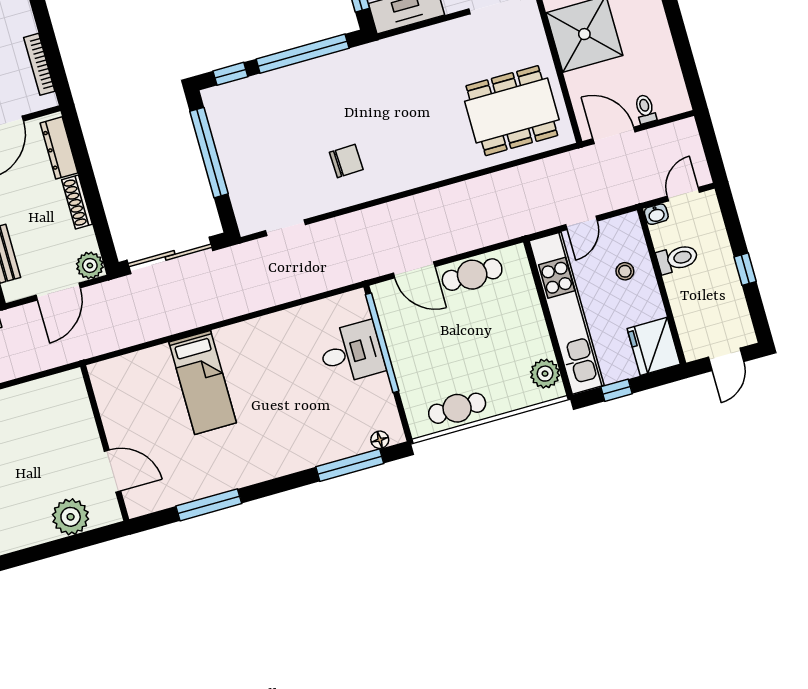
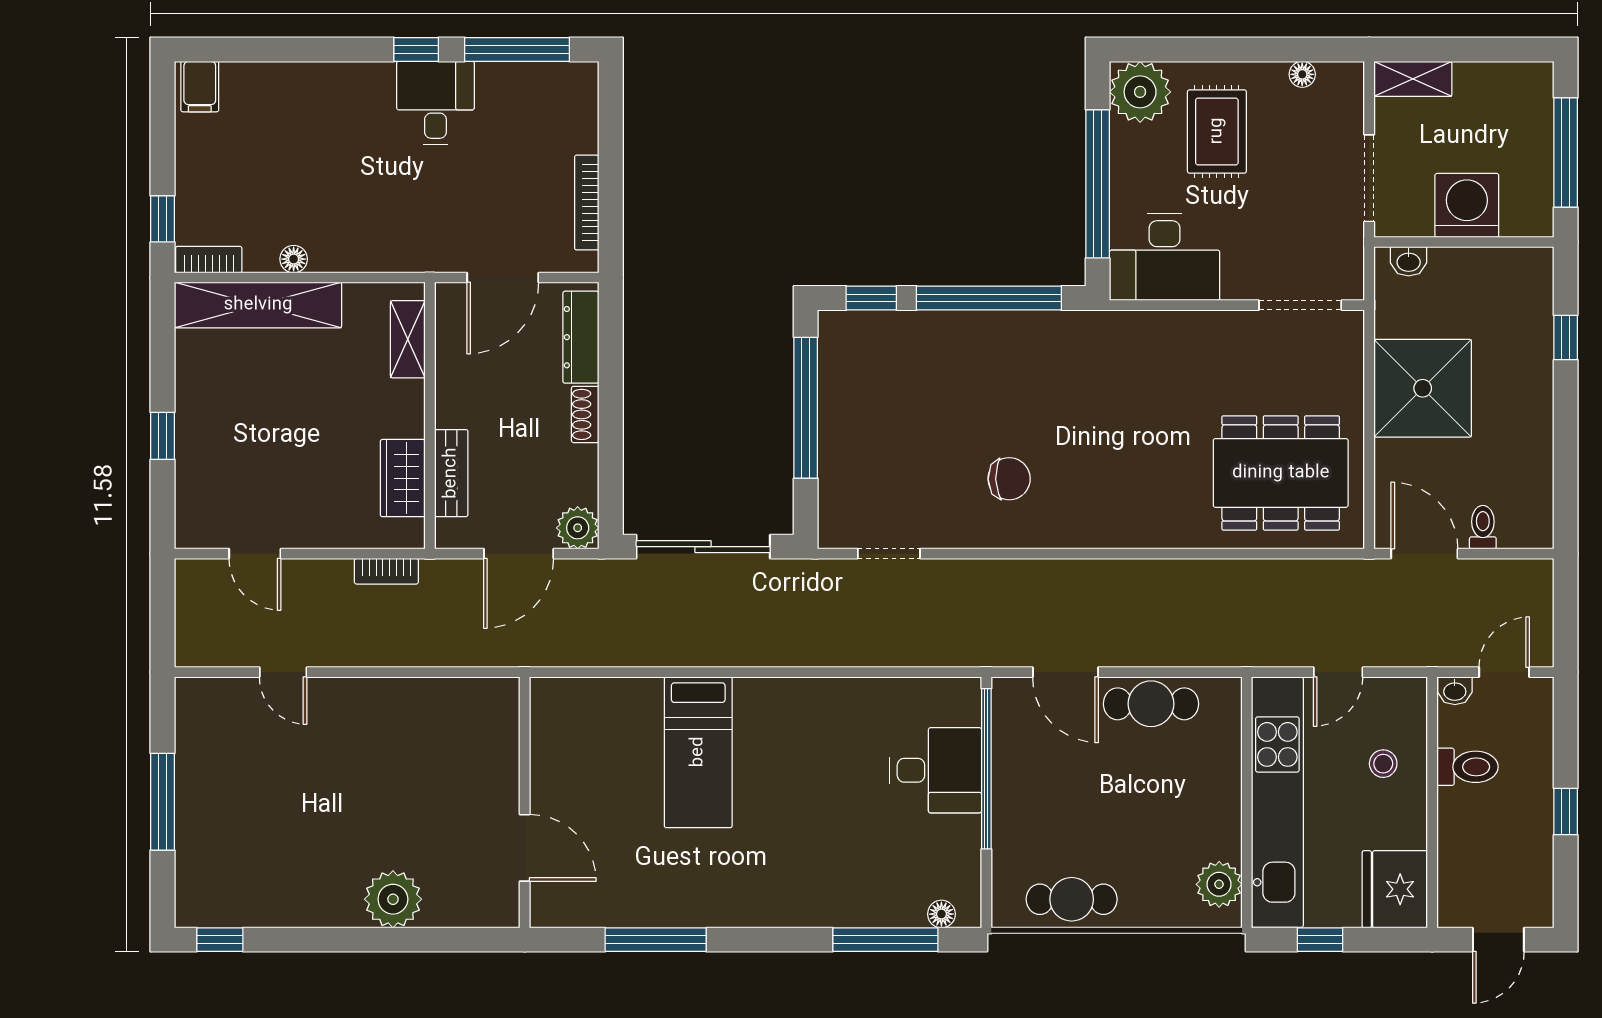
shoe rack: (77, 202) -> (585, 414), width x0.70
plant: (71, 517) -> (393, 899), moved

